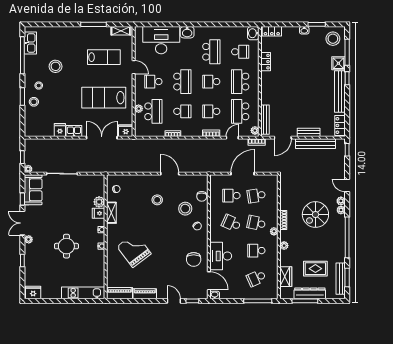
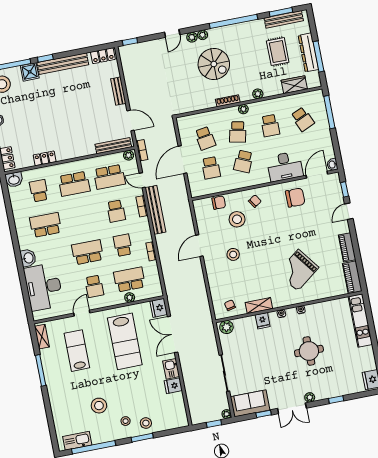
school desk: (211, 82) -> (81, 218), removed
bench: (316, 144) -> (155, 210), moved
door: (243, 174) -> (182, 160), hinge flipped
plant: (99, 202) -> (226, 327), moved

